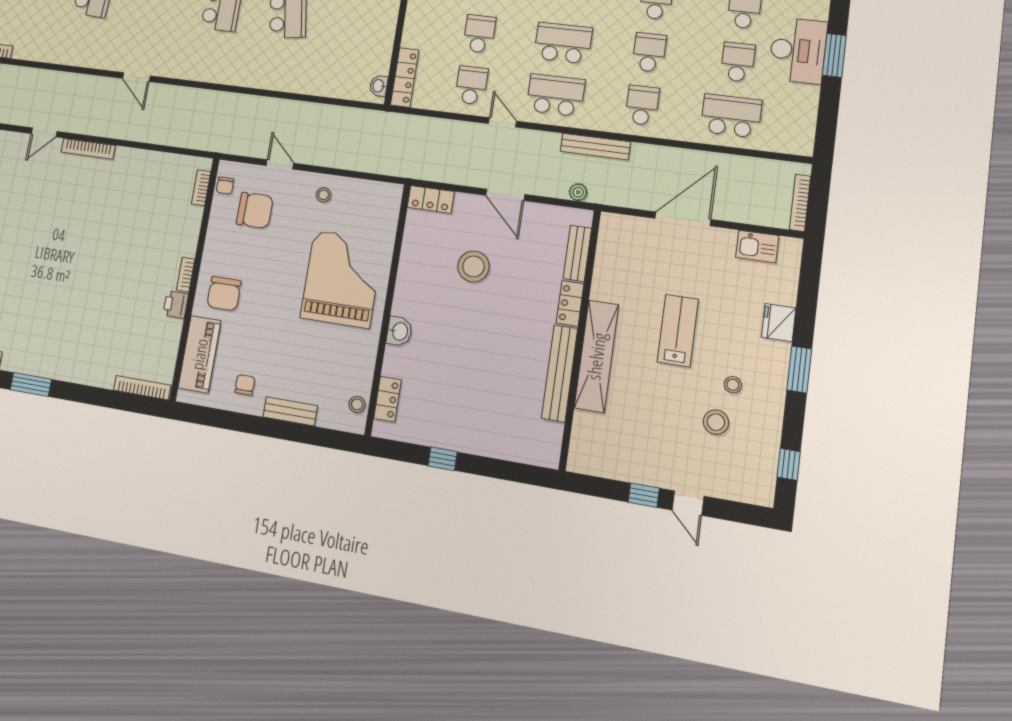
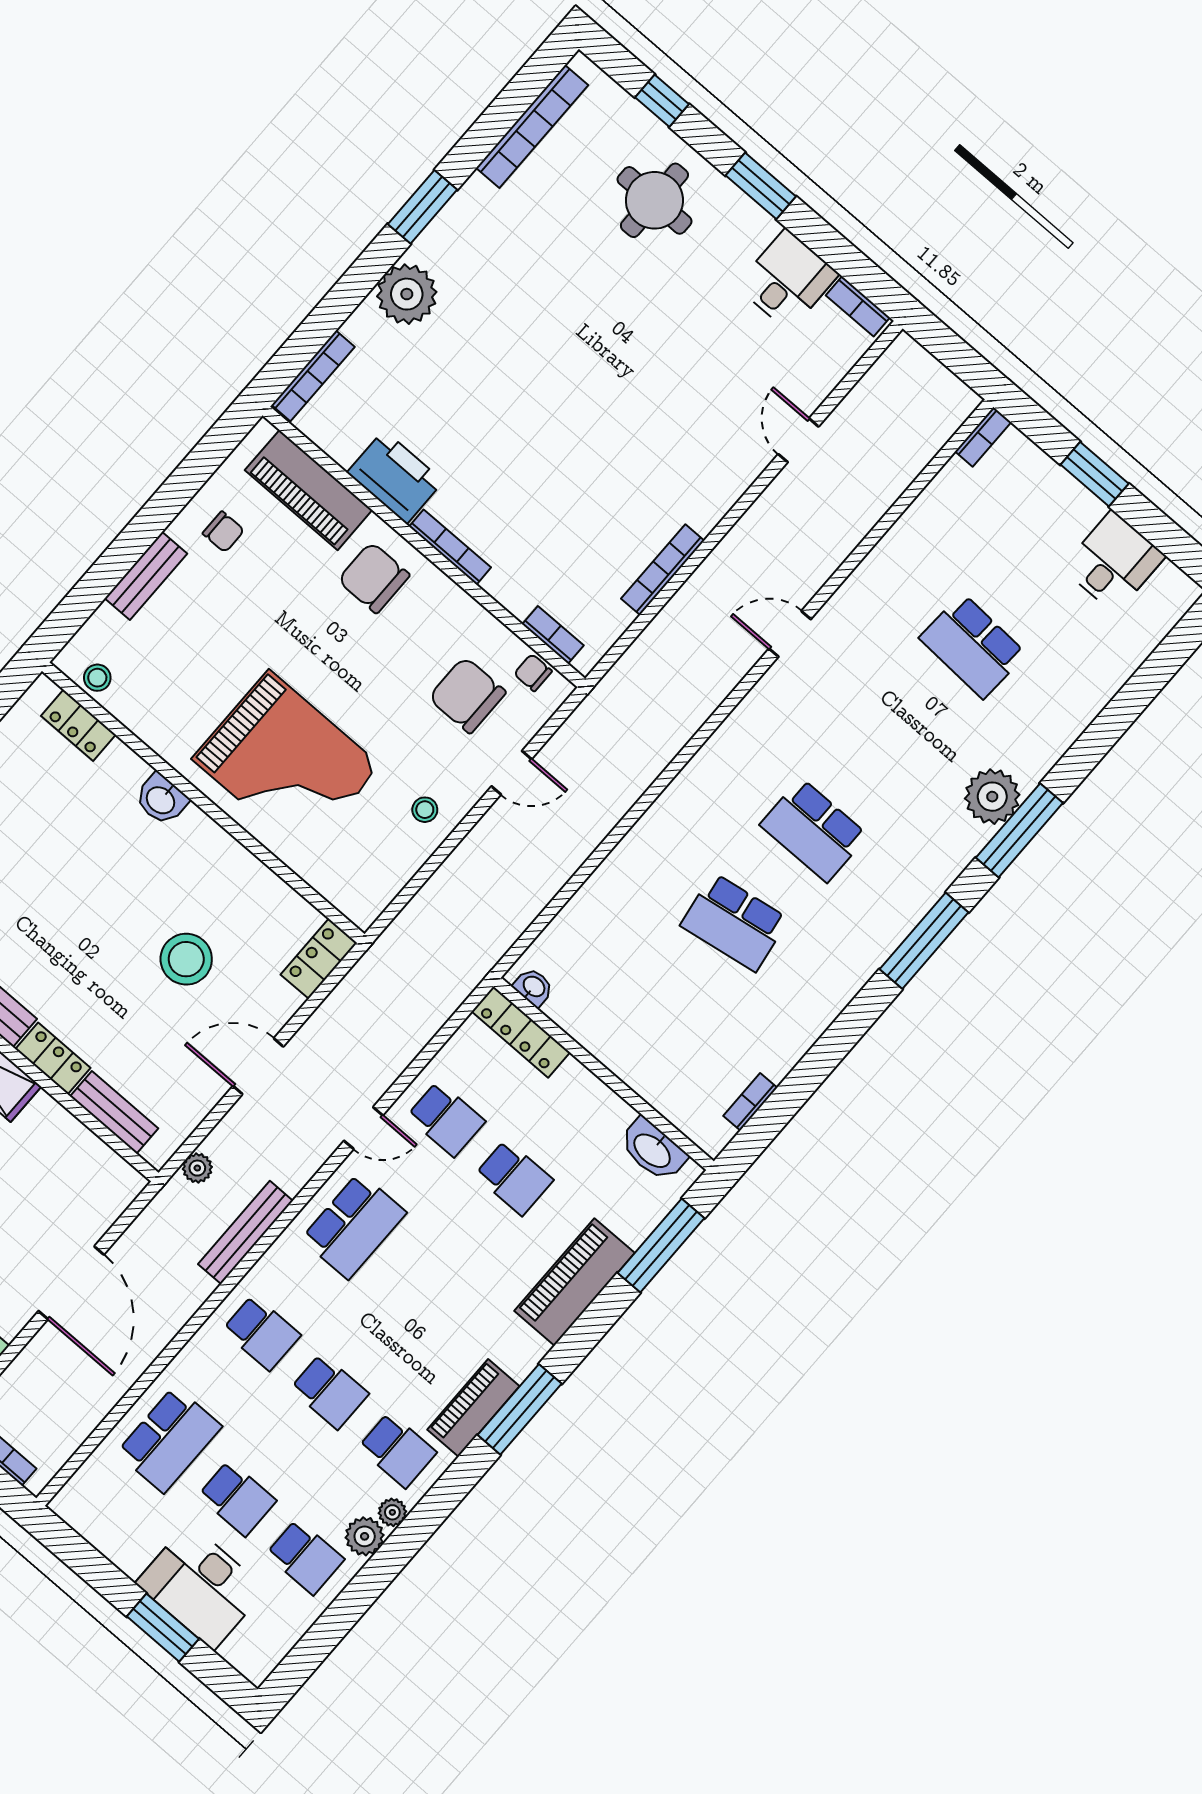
school desk: (563, 43) -> (422, 1284), removed
bookcase: (88, 149) -> (663, 570), moved
chair: (255, 210) -> (467, 695), turned 90
bookcase: (186, 275) -> (450, 547), width x1.56
printer: (176, 305) -> (395, 477), width x1.87, depth x1.48
plant: (77, 366) -> (407, 294), added

